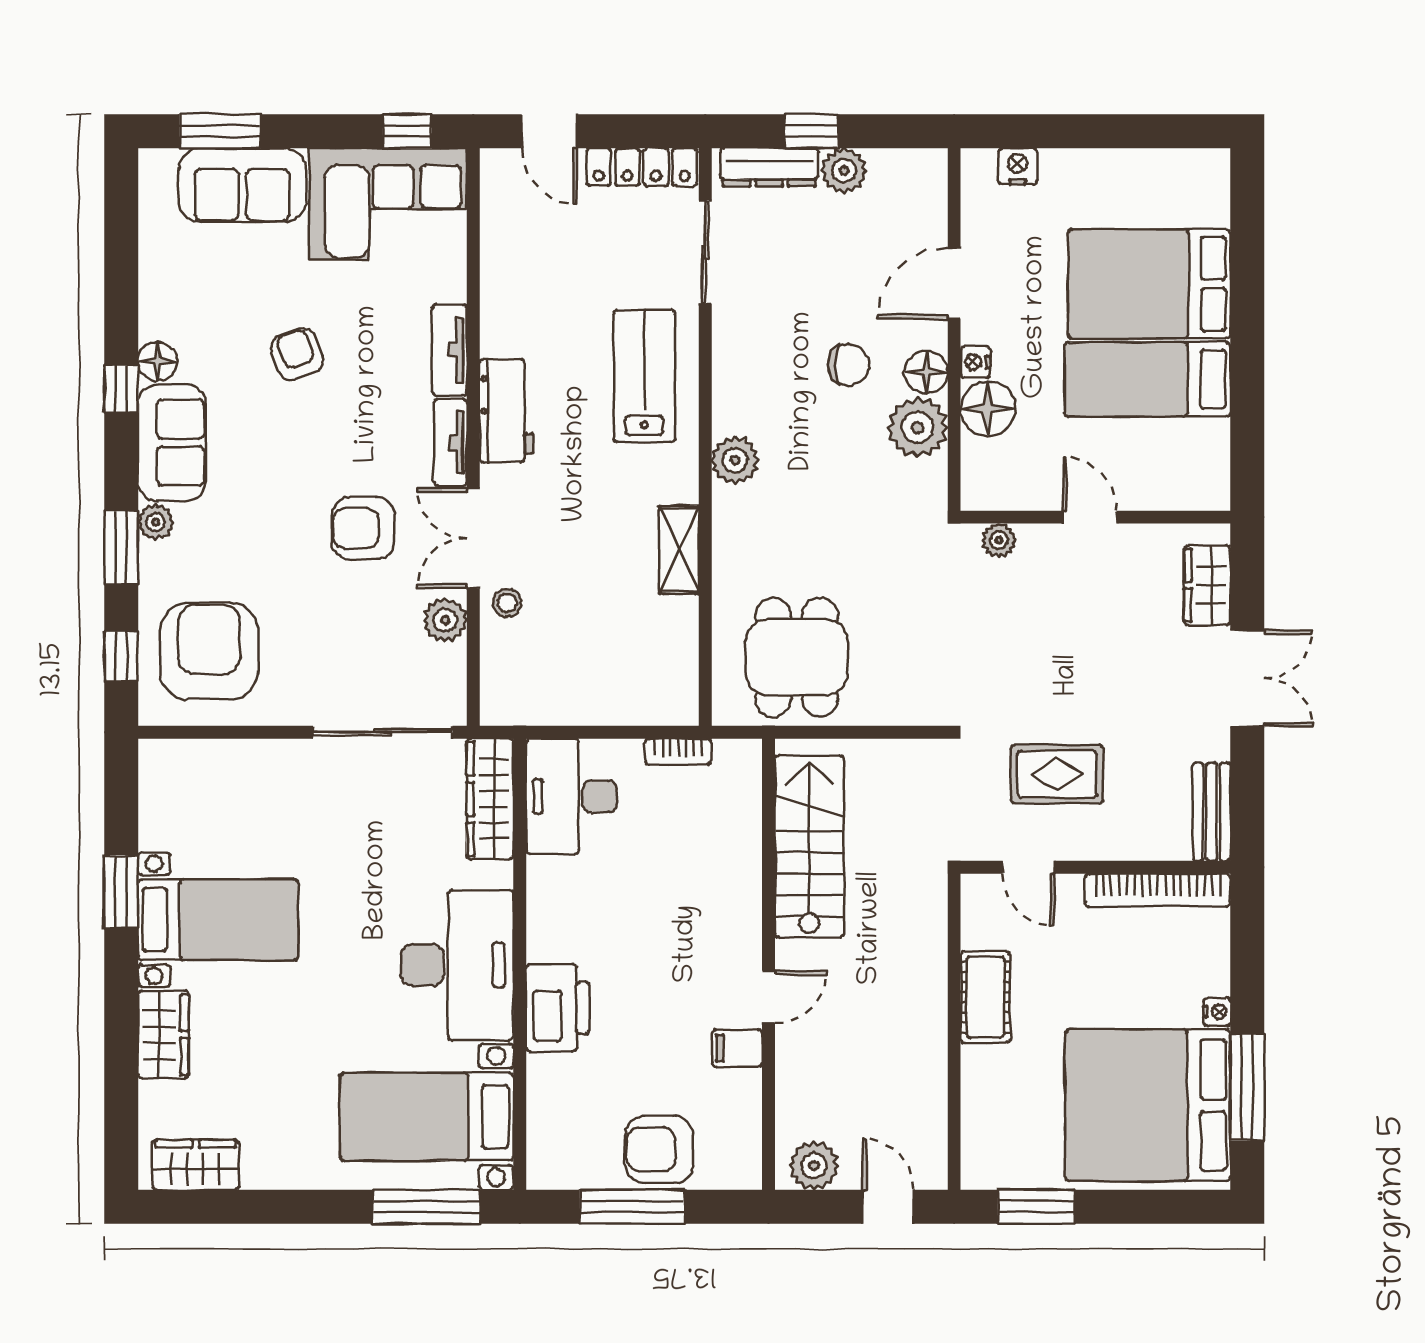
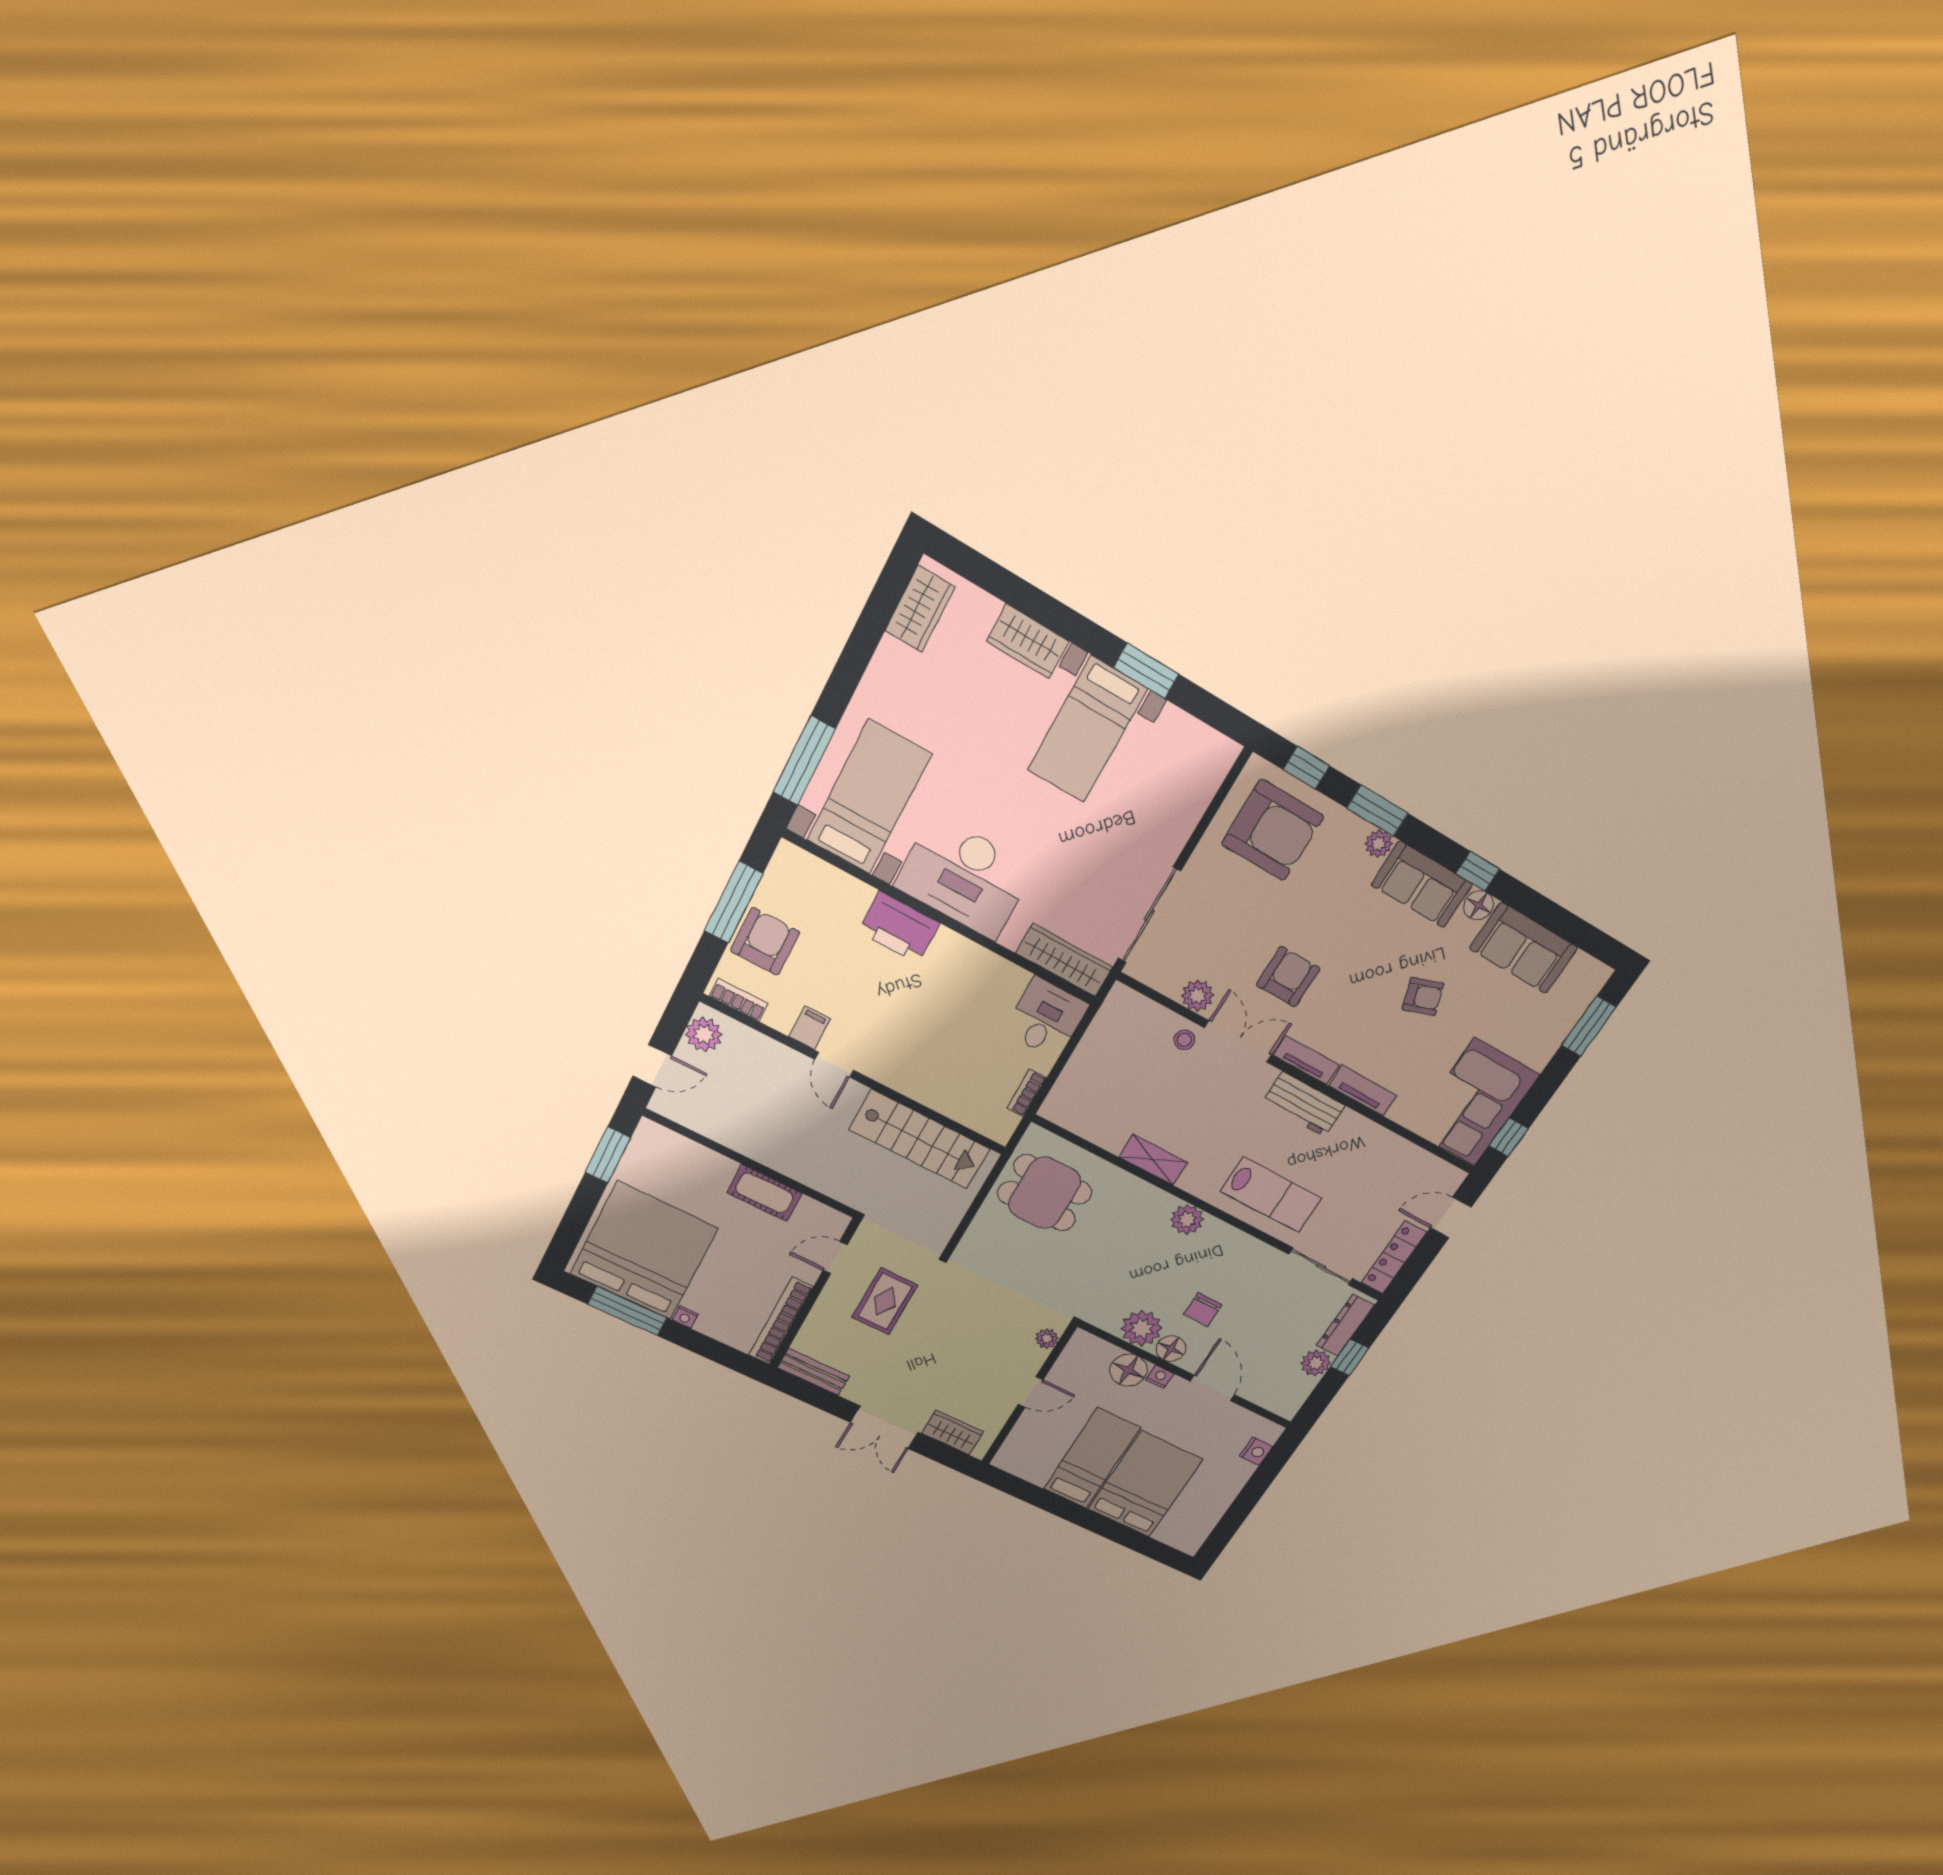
sofa: (242, 185) -> (1524, 948), moved, turned -90
desk: (572, 796) -> (1046, 1018), width x0.73
bookcase: (748, 1146) -> (739, 1000), added

